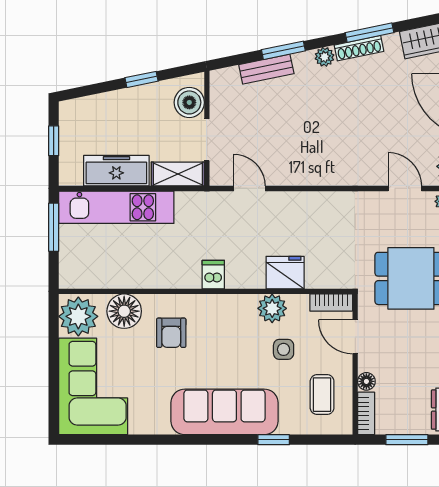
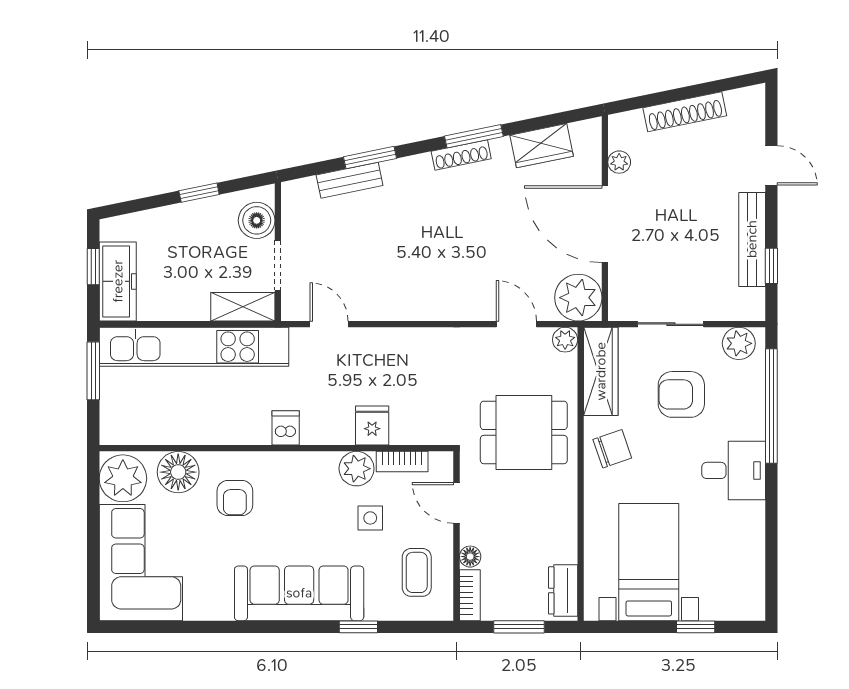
plant: (325, 57) -> (420, 165), removed
freezer: (116, 171) -> (118, 281), moved, turned 90
kitchen unit: (116, 207) -> (194, 347), width x1.36
fridge: (285, 273) -> (372, 425), width x0.72
bookcase: (331, 303) -> (402, 462), moved

